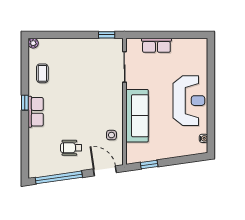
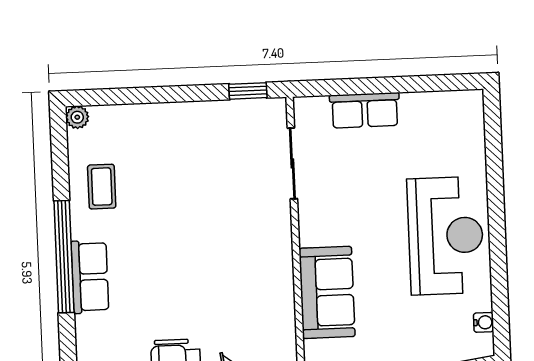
window: (25, 103) -> (64, 257), width x3.17
sofa: (137, 116) -> (327, 292), width x0.73
side table: (111, 135) -> (269, 324), removed

